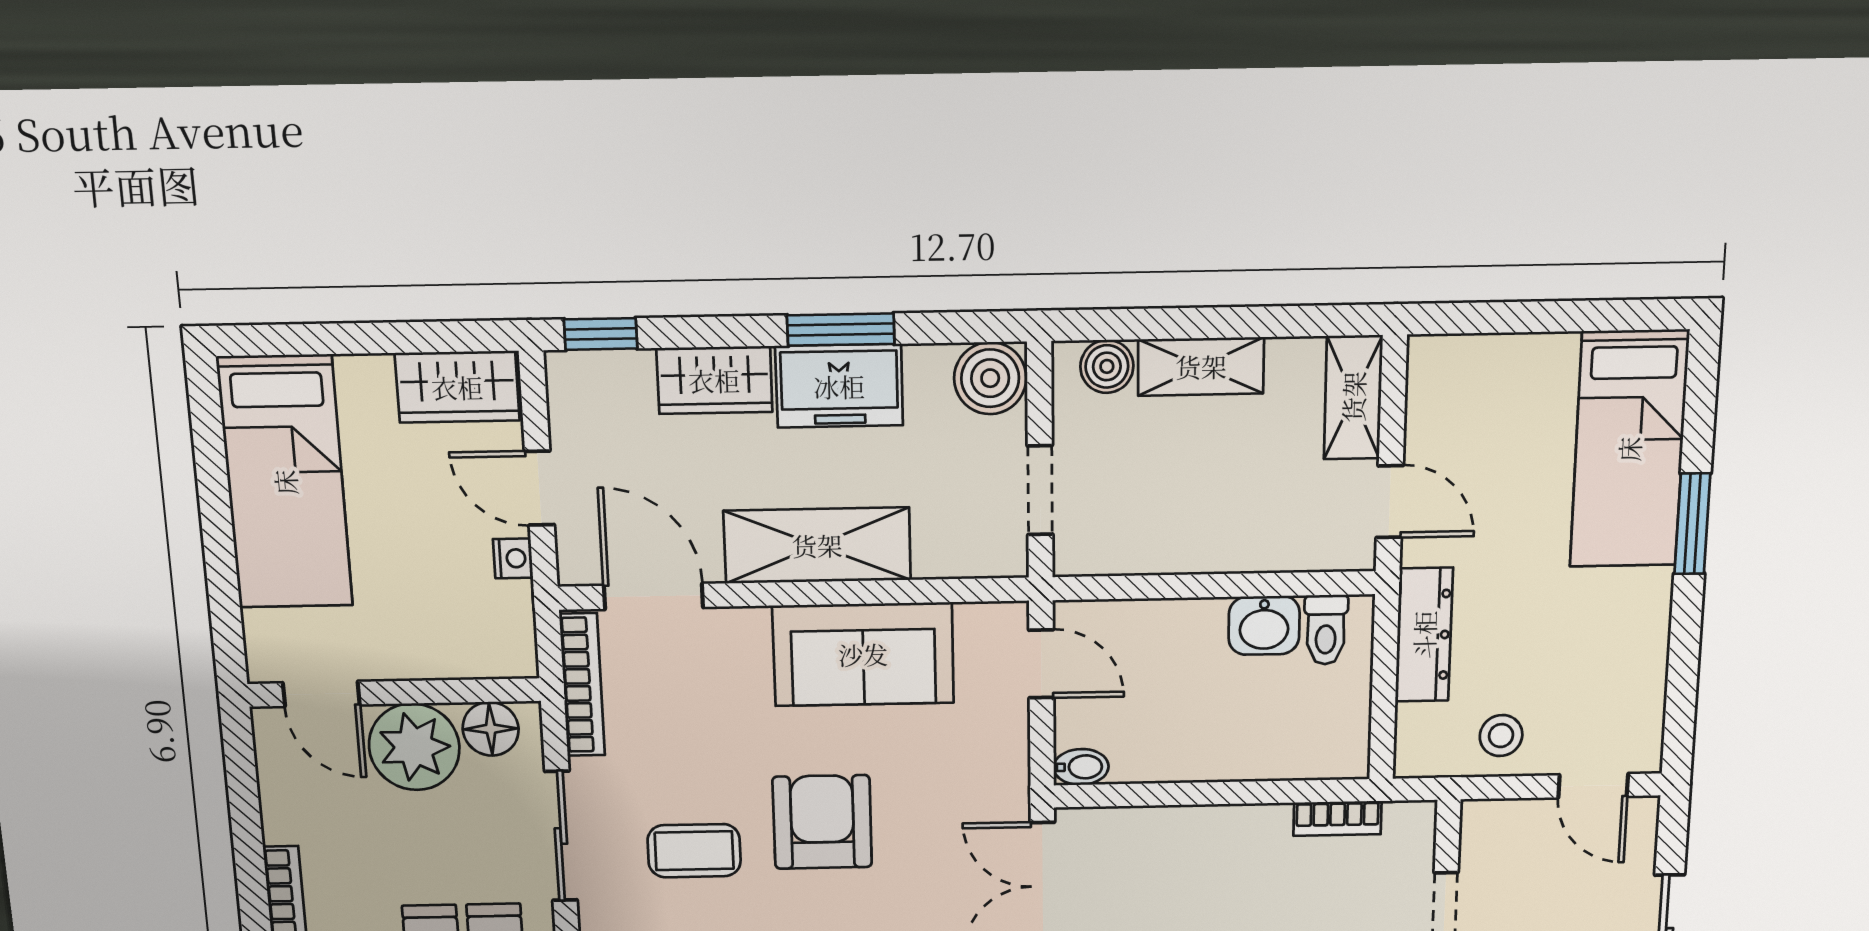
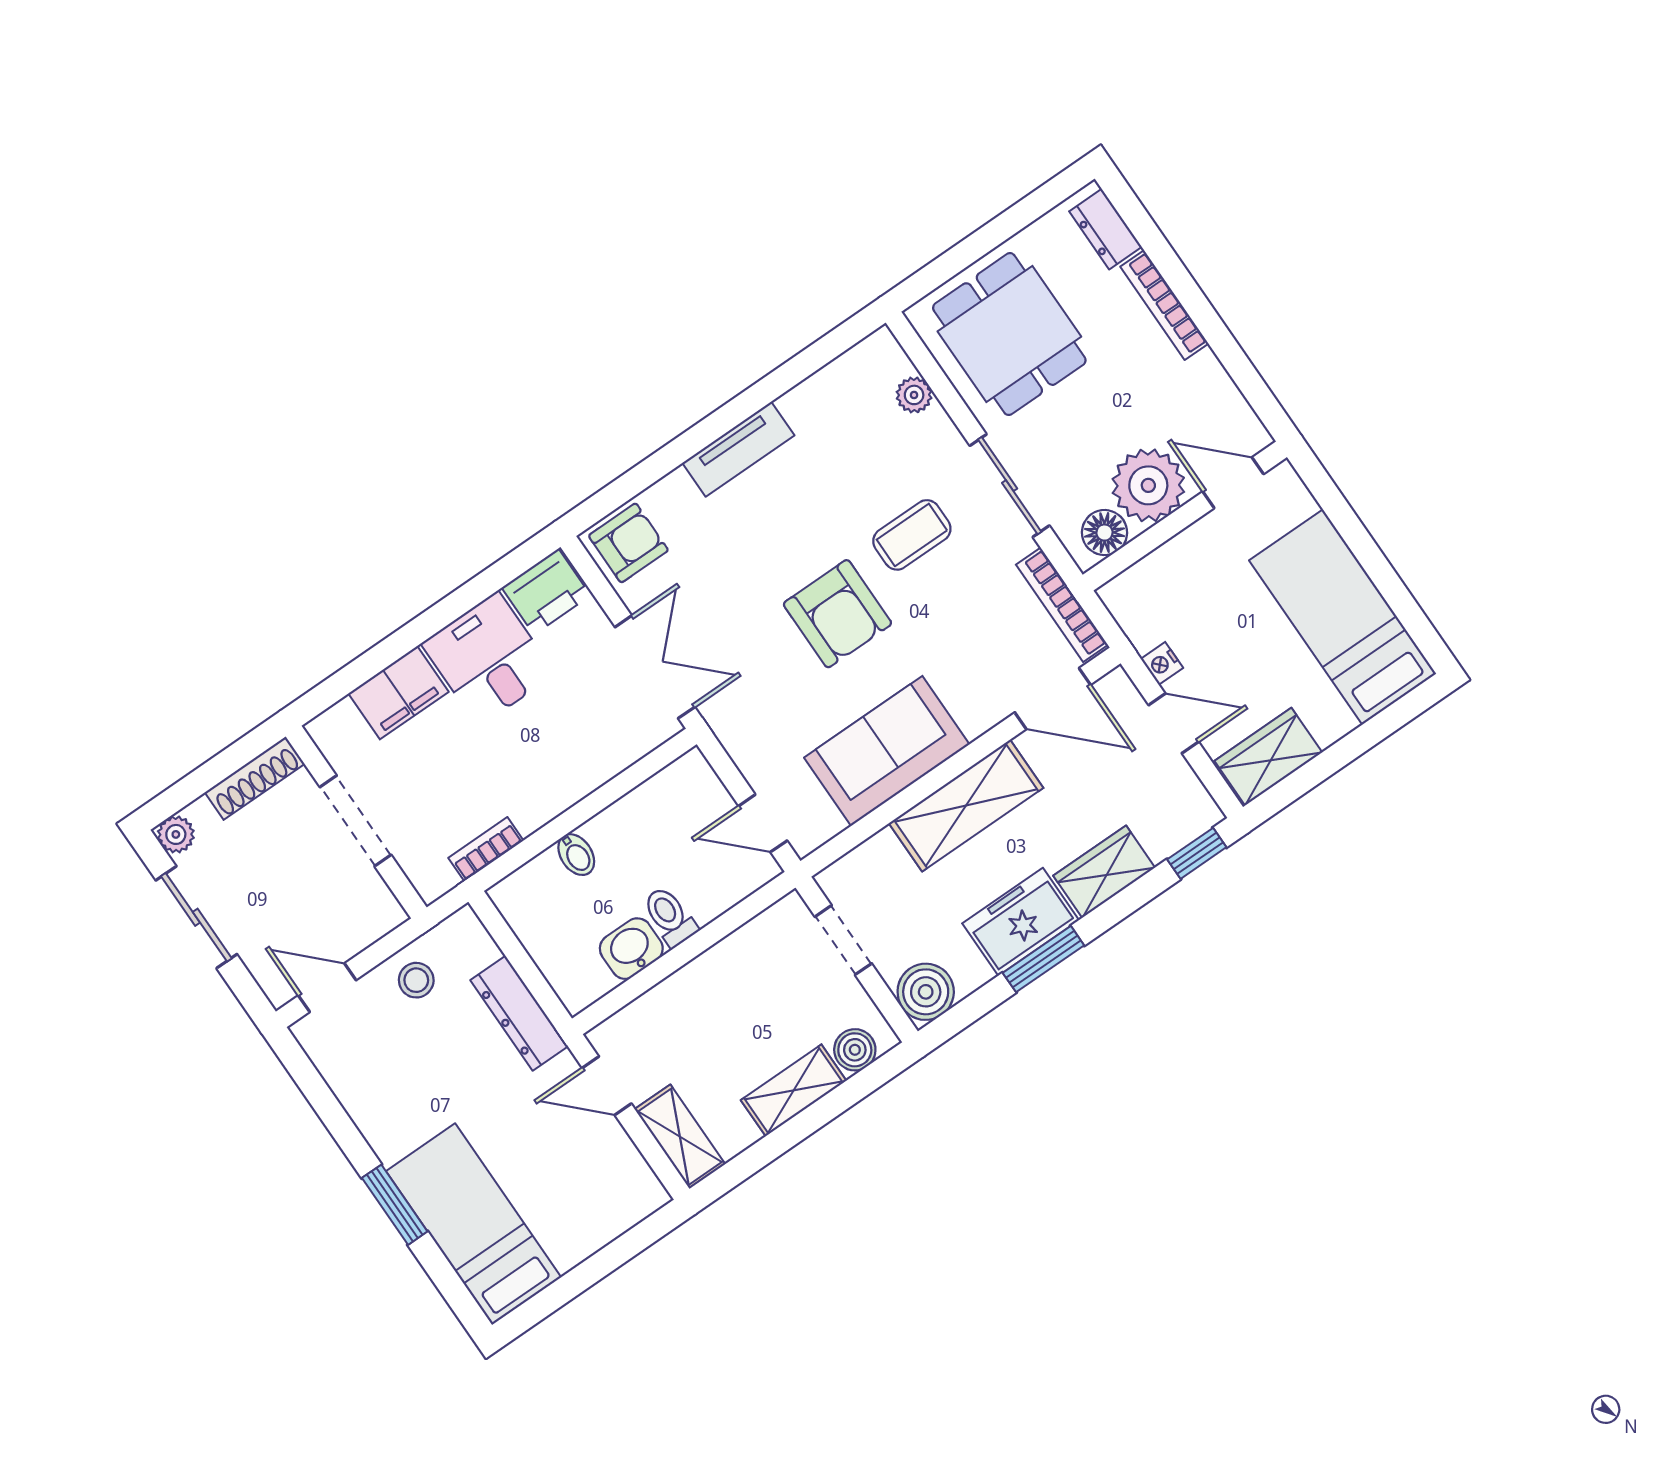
toilet: (1326, 630) -> (670, 917), moved
bidet: (1081, 767) -> (576, 855), moved, turned -90

